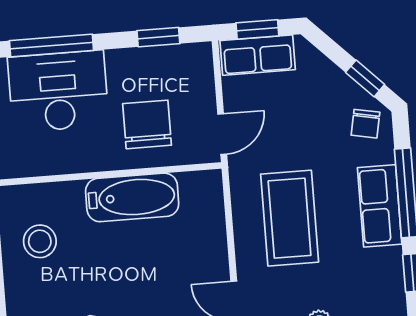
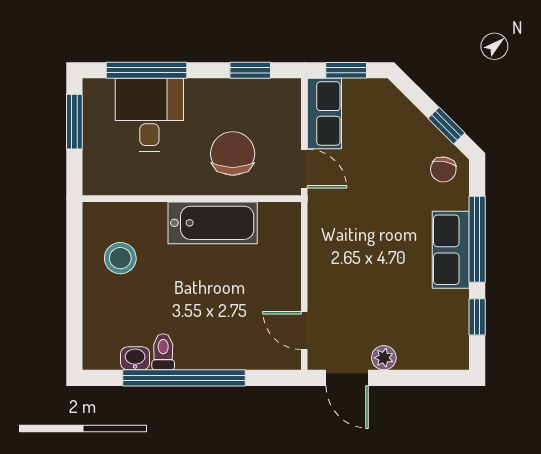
row of seats: (258, 55) -> (324, 113), moved, turned -90
desk: (58, 91) -> (149, 115), width x0.73
door: (222, 134) -> (304, 169), hinge flipped
coffee table: (290, 218) -> (363, 255), removed

